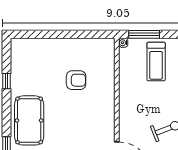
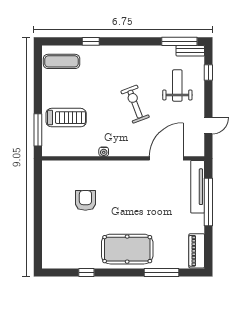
water cooler: (123, 43) -> (104, 152), moved

